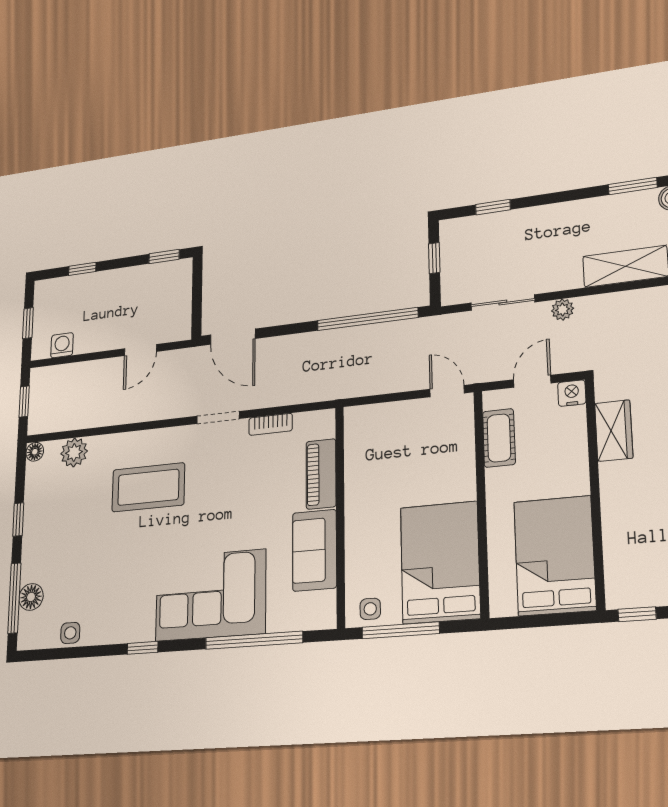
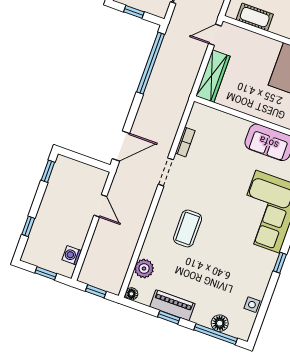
wardrobe: (383, 418) -> (213, 76), added
piano: (321, 474) -> (172, 305), moved, turned 180
coffee table: (148, 487) -> (188, 228), width x0.73, depth x0.76

